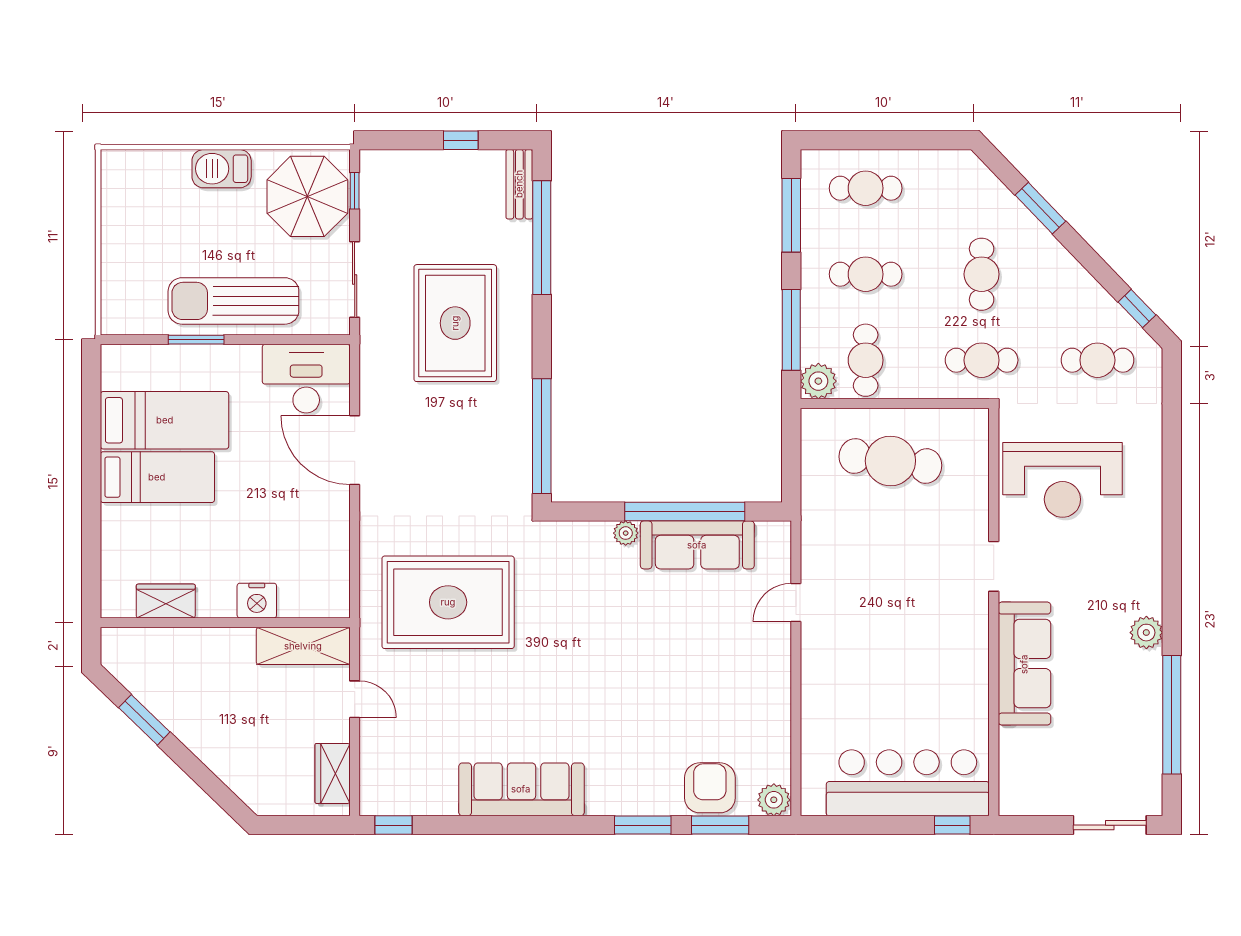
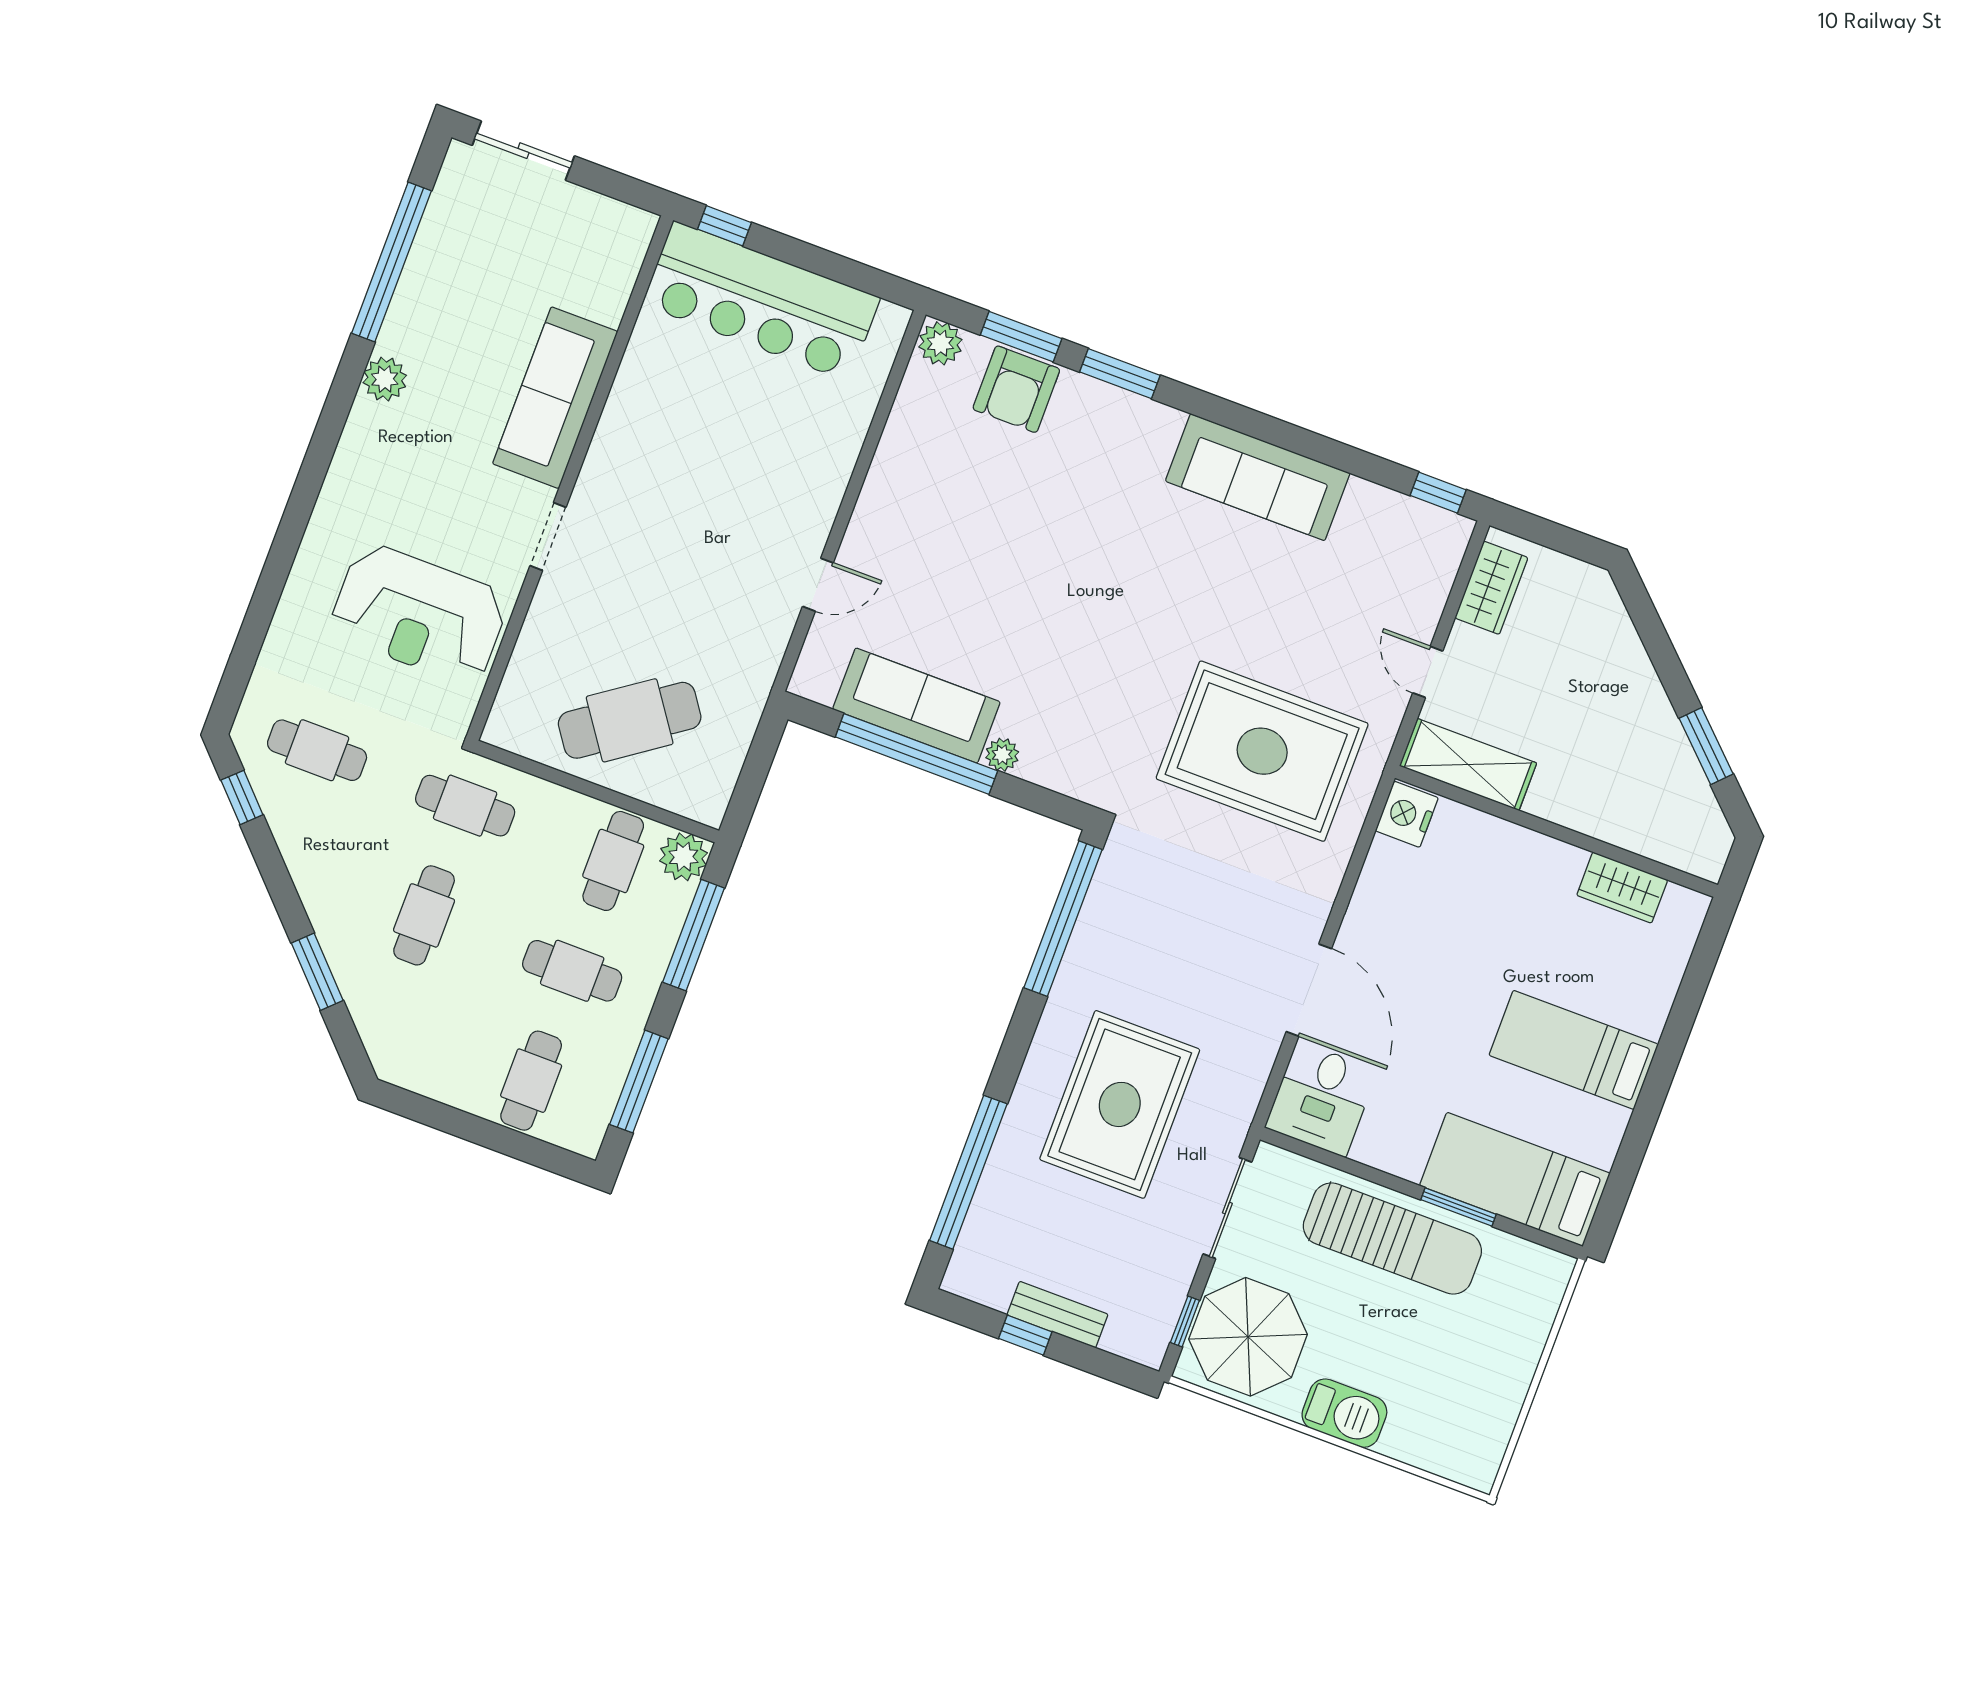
bench: (519, 184) -> (1058, 1315), moved, turned 90
cafe table: (866, 188) -> (531, 1081), turned 90
desk: (306, 379) -> (1321, 1099), width x0.73
bed: (165, 420) -> (1515, 1179), moved
cafe table: (890, 461) -> (630, 720), turned -43
reception desk: (1062, 480) -> (419, 614), turned 180
nightstand: (257, 601) -> (1407, 814), moved, turned -90

